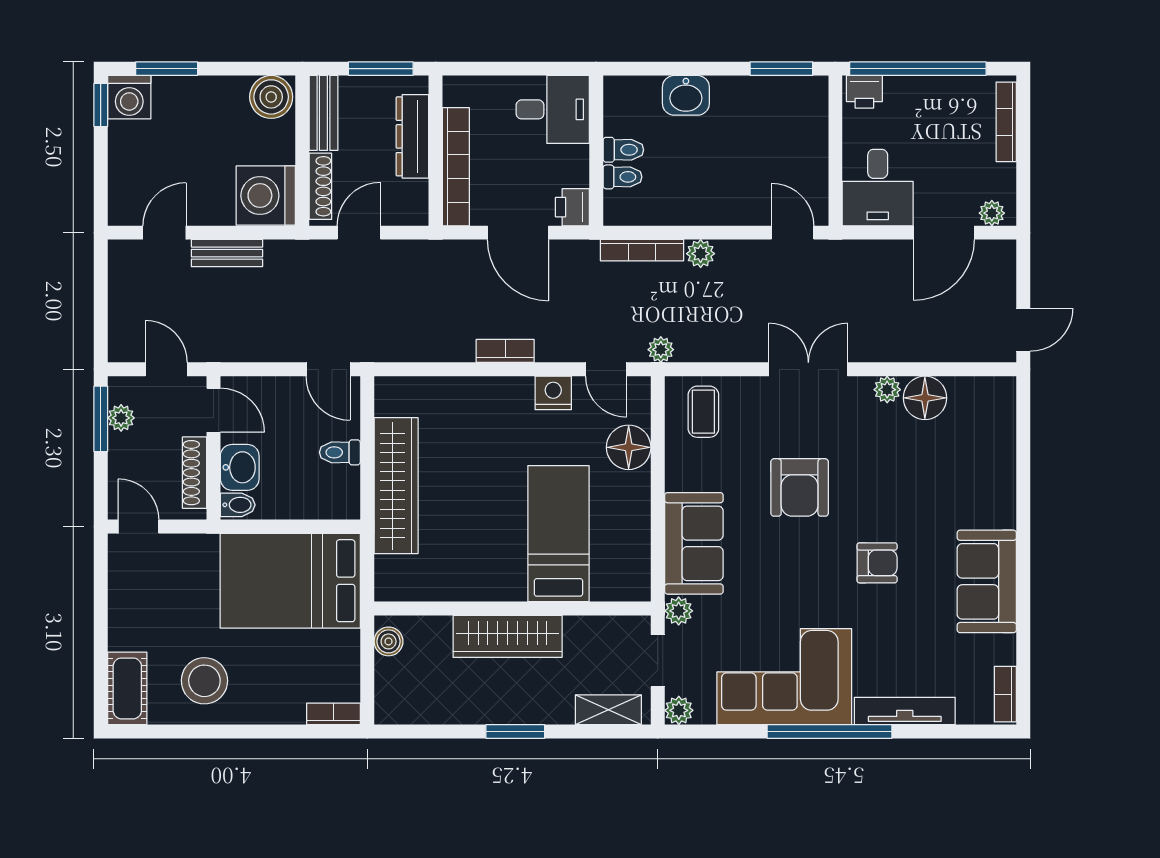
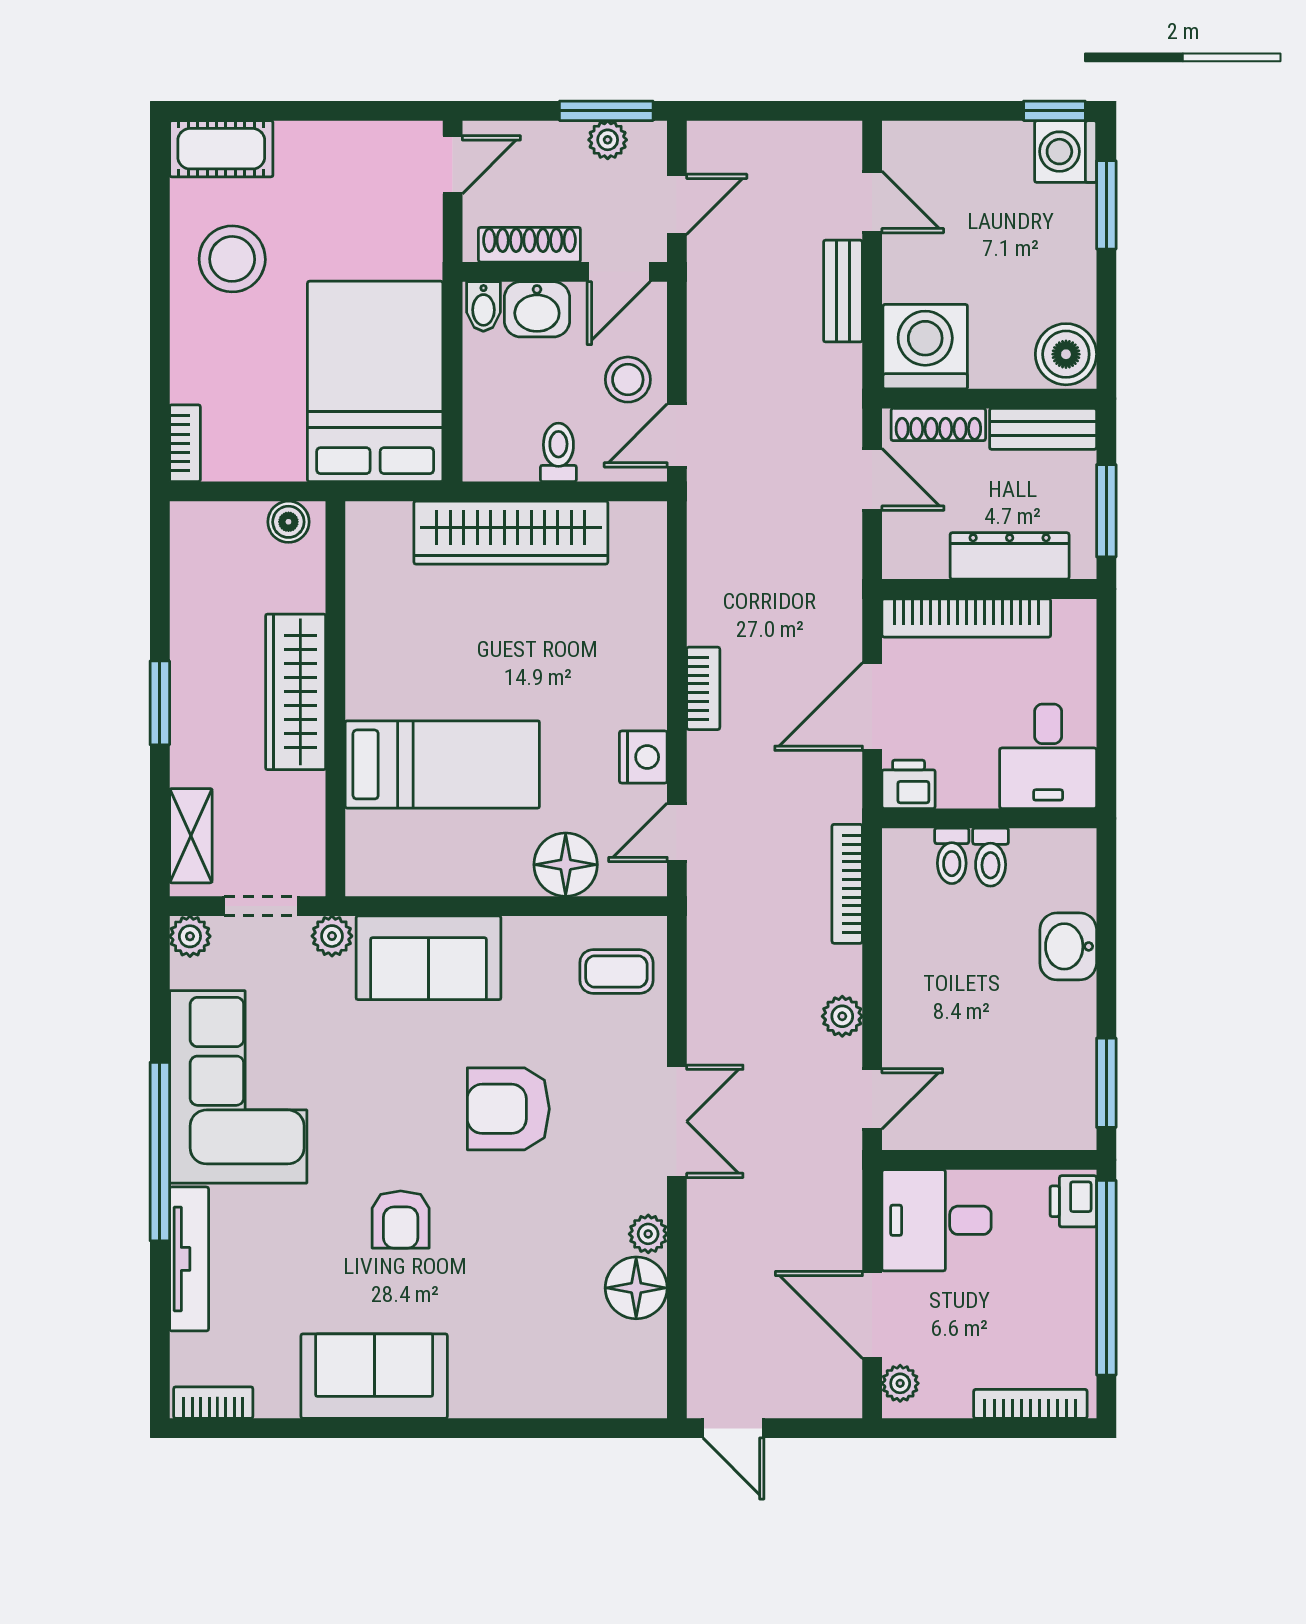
plant: (701, 254) -> (842, 1016), moved
plant: (661, 350) -> (705, 911), removed
stool: (289, 404) -> (628, 380), added

